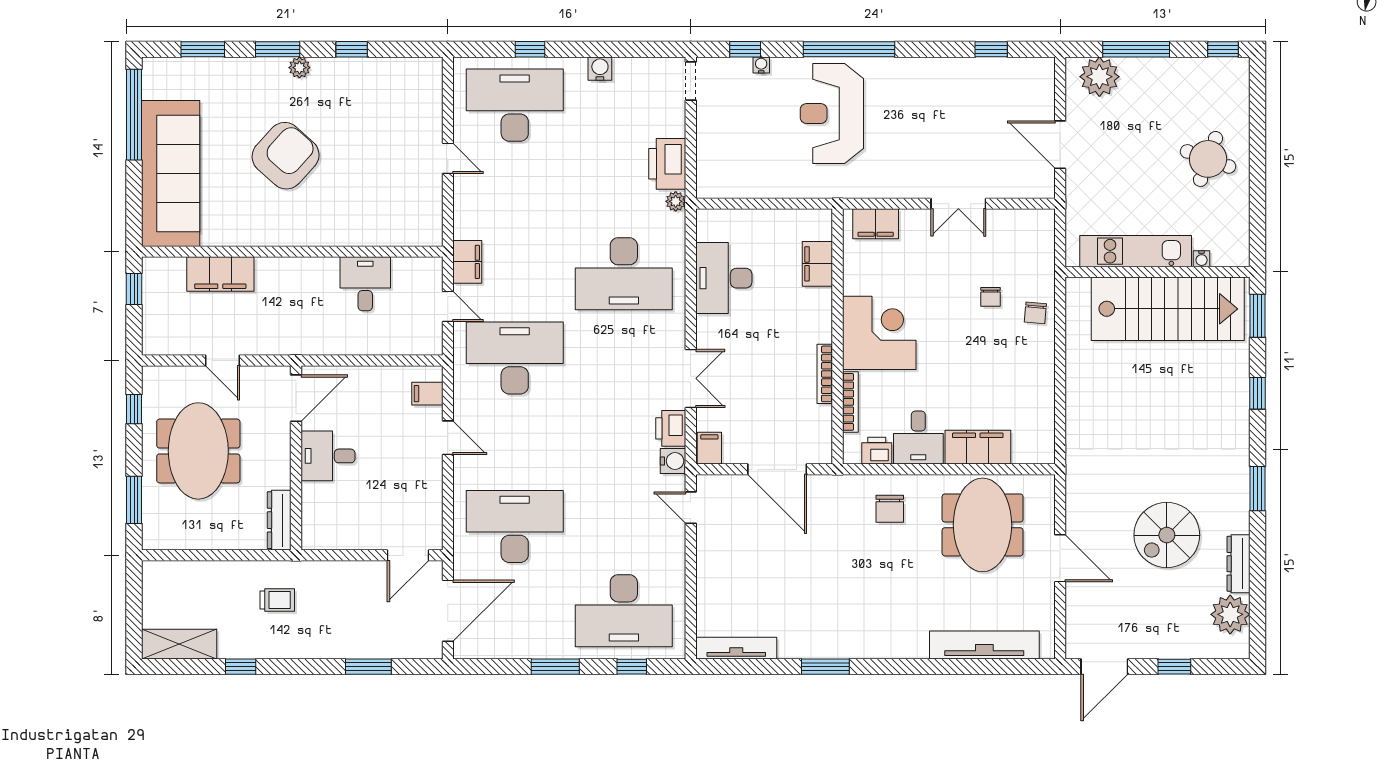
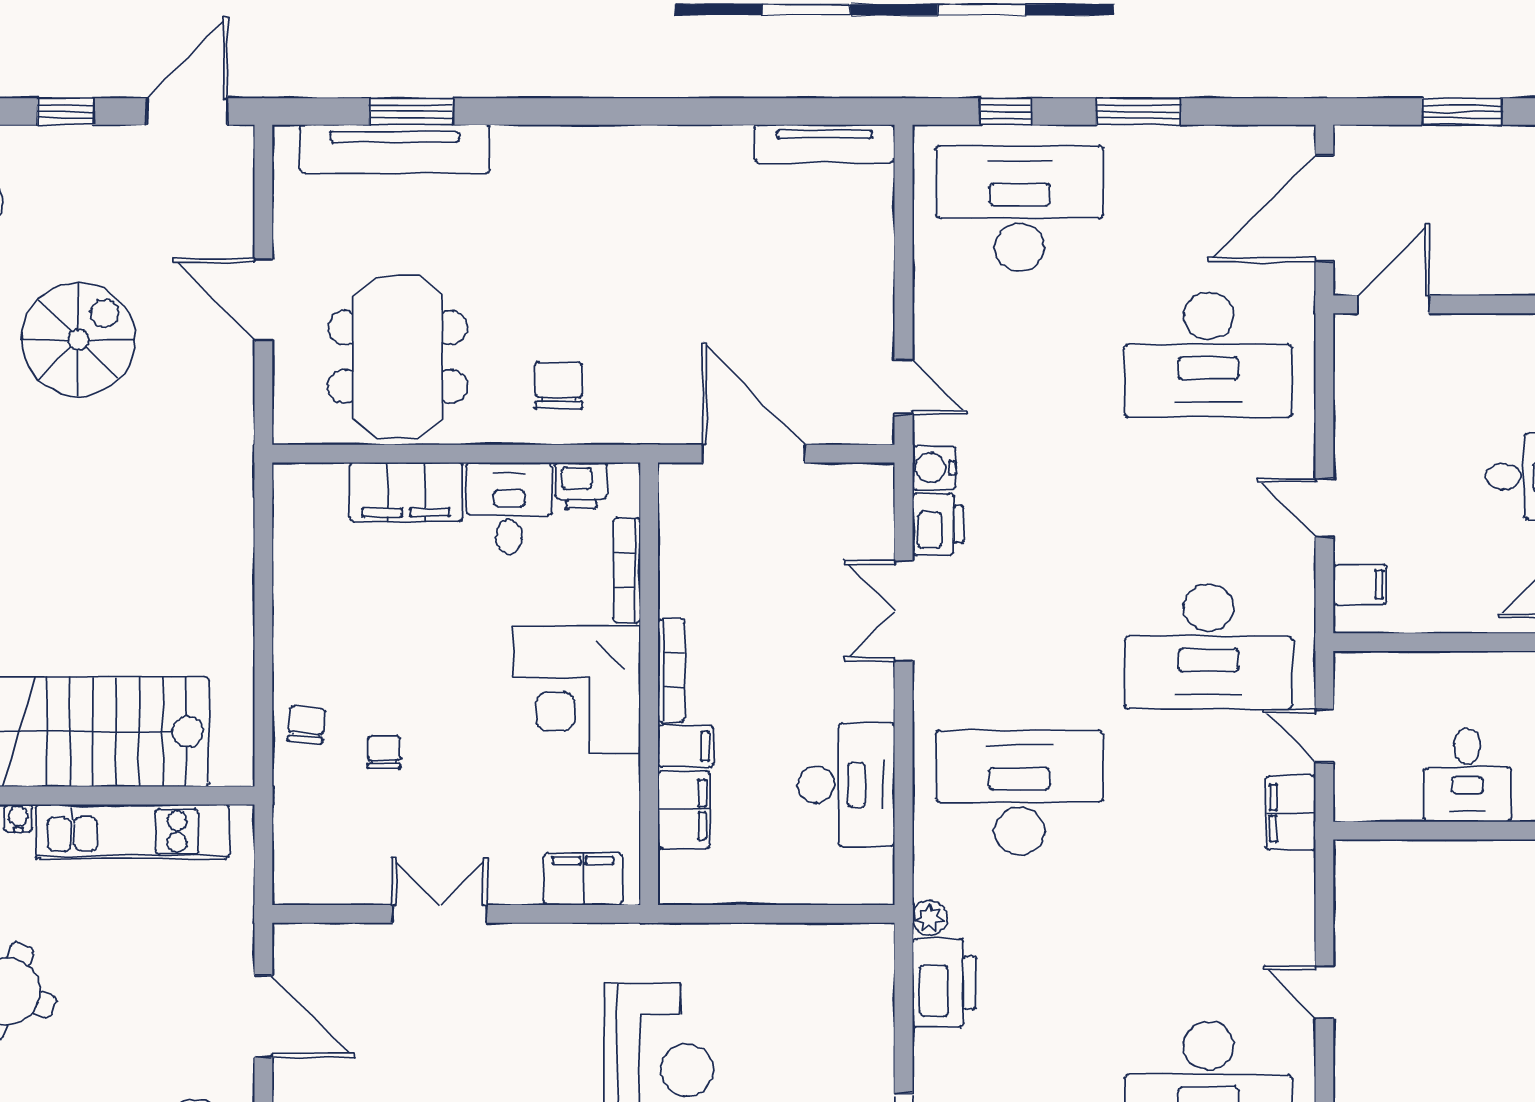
bookcase: (825, 374) -> (671, 670), moved
filing cabinet: (709, 448) -> (686, 746), moved, turned -90
window: (825, 667) -> (411, 112), moved

